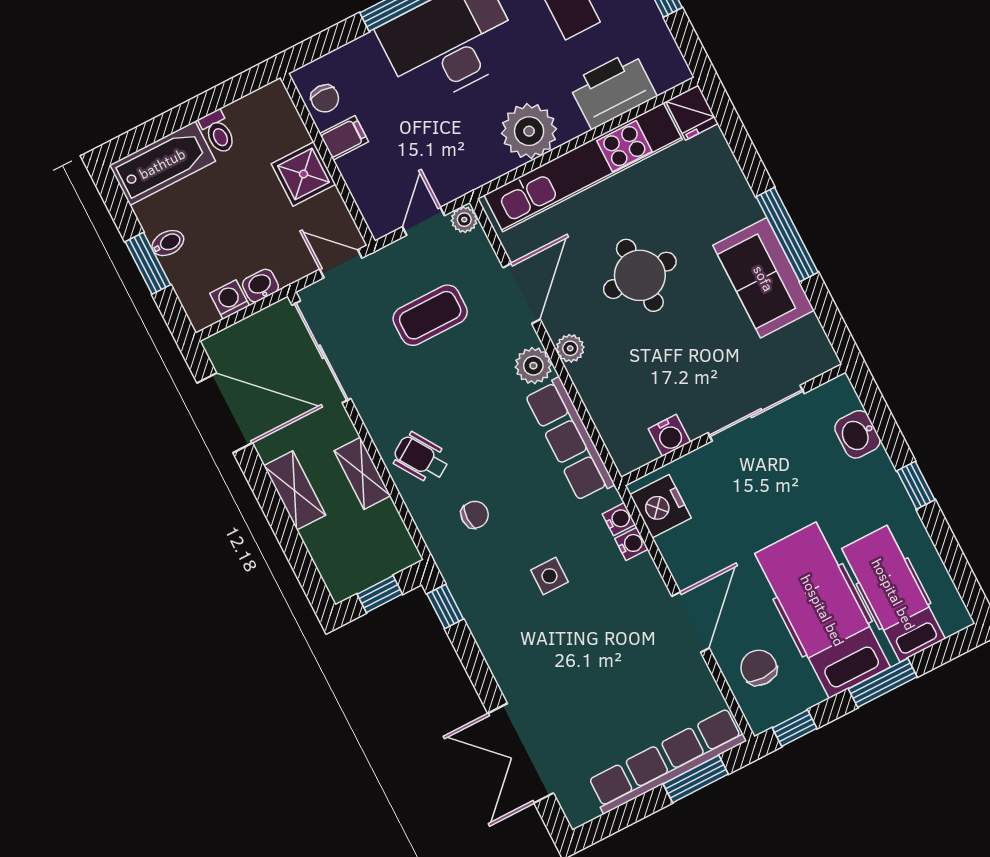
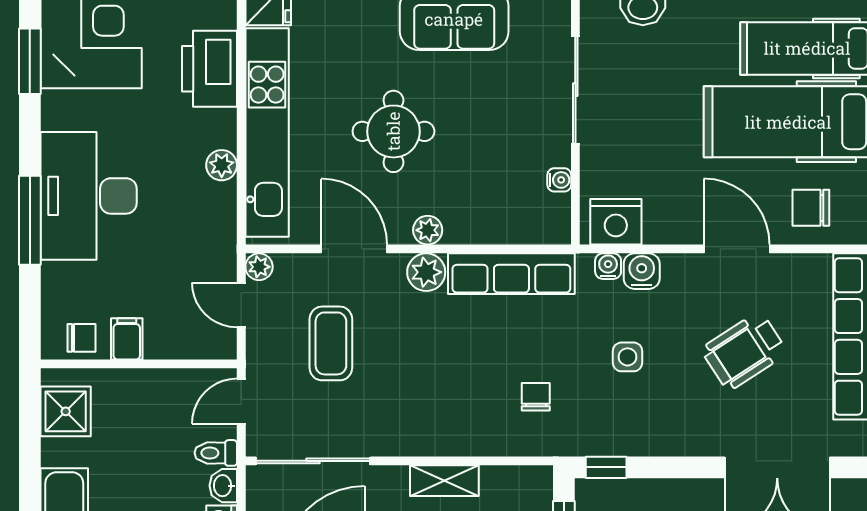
plant: (529, 131) -> (222, 165), width x0.53, depth x0.53
toilet: (218, 132) -> (216, 453), moved, turned 180
shower: (304, 174) -> (66, 411), moved
water cooler: (669, 435) -> (559, 180), width x0.72, depth x0.72
wheelchair: (421, 458) -> (744, 351), moved, width x1.36, depth x1.37
water cooler: (632, 544) -> (642, 271), width x1.38, depth x1.38

